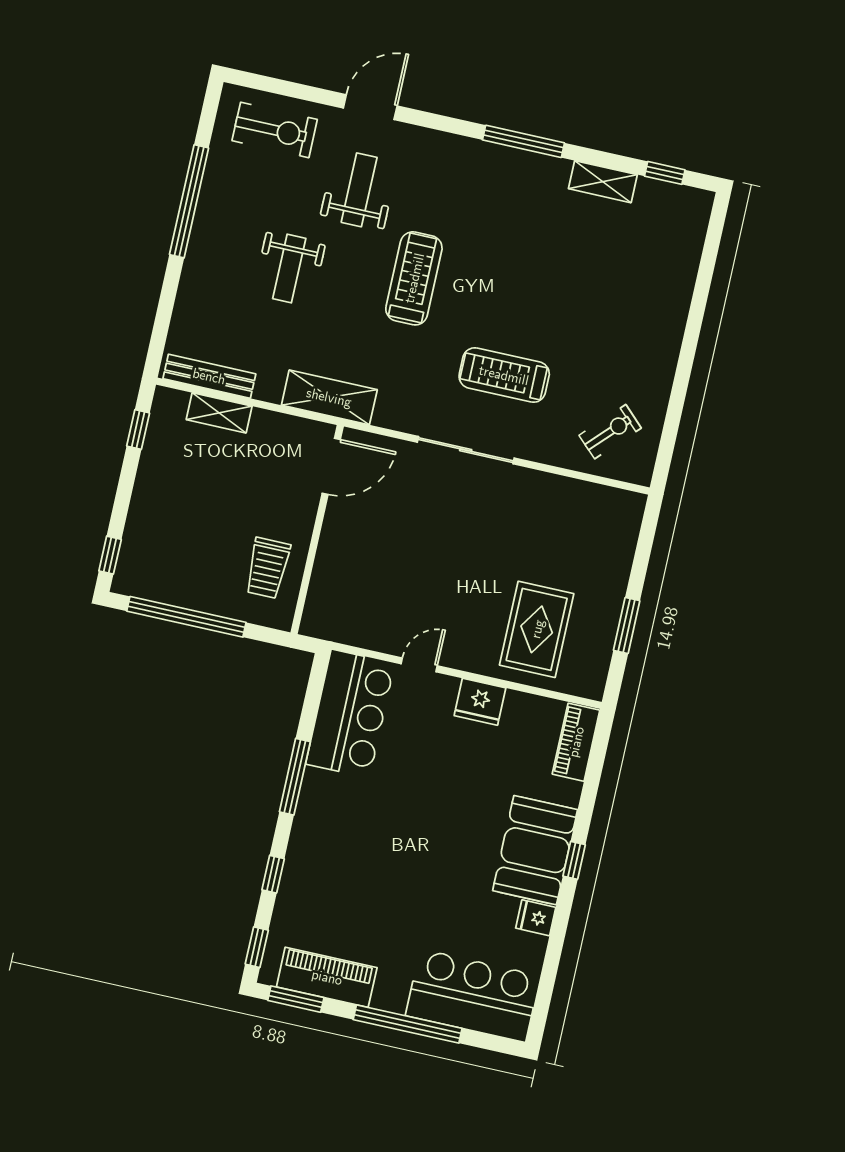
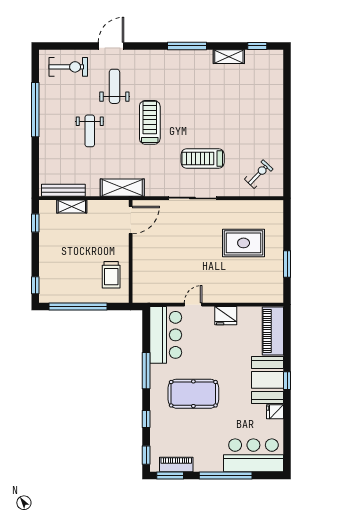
rug: (537, 629) -> (244, 243), moved, turned 90
piano: (576, 742) -> (273, 331), width x1.37, depth x1.33
pool table: (380, 845) -> (193, 394), added
piano: (327, 977) -> (176, 464), width x0.73, depth x0.75

